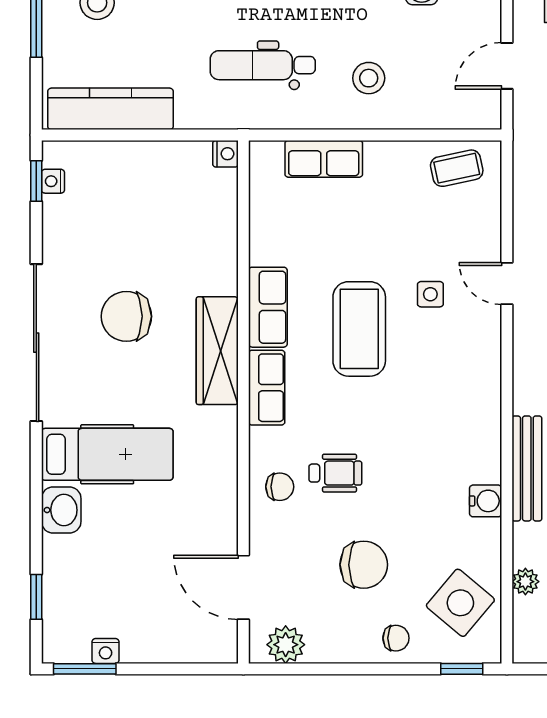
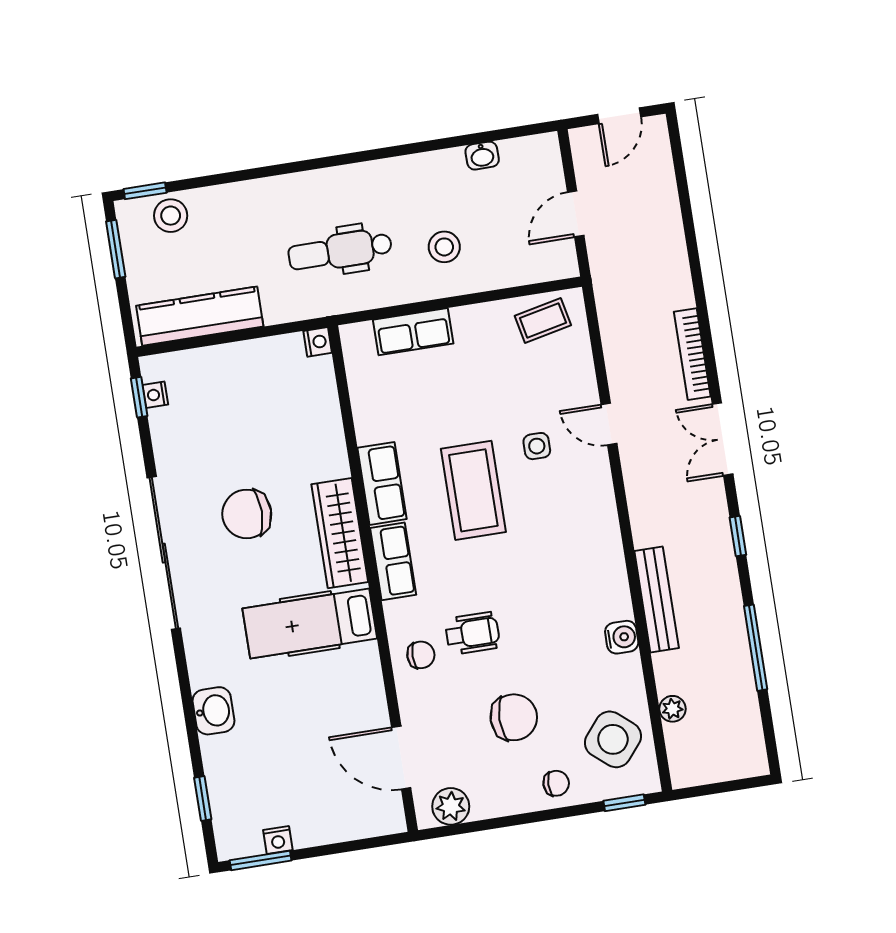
hospital bed: (107, 454) -> (310, 623), moved, turned 180

